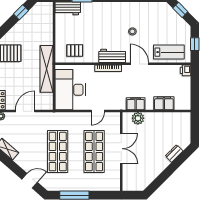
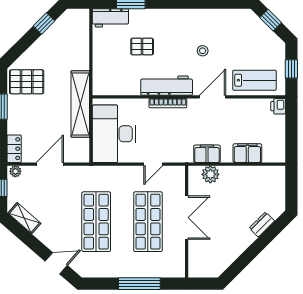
pallet: (75, 50) -> (142, 47), moved
workbench: (112, 56) -> (167, 86), width x1.37
door: (139, 64) -> (213, 97), hinge flipped
window: (74, 195) -> (139, 284), moved

